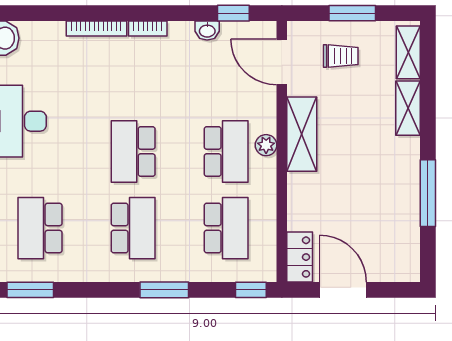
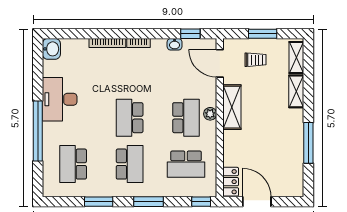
school desk: (226, 228) -> (186, 164), turned 90
window: (30, 290) -> (99, 202), moved

